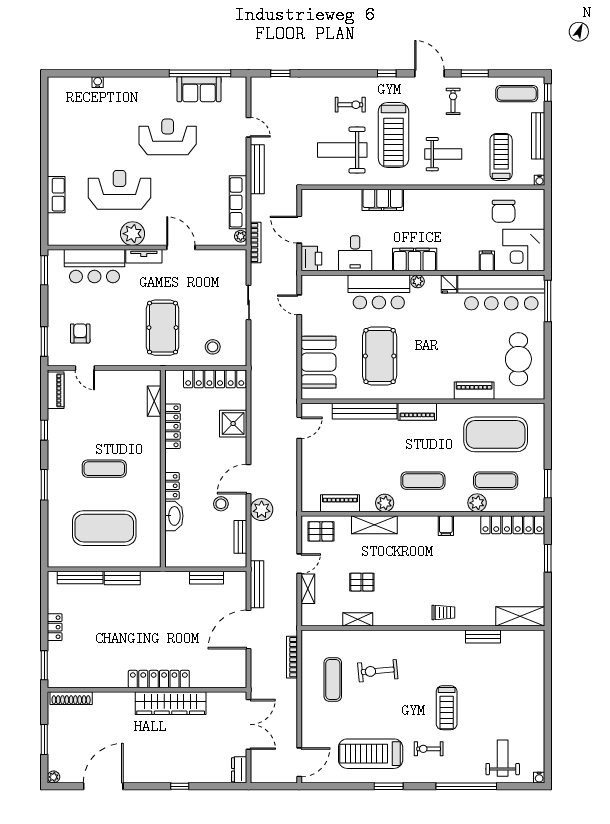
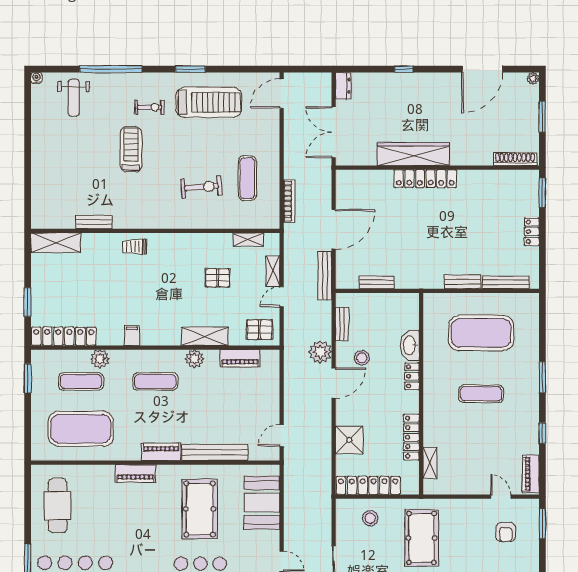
piano: (474, 391) -> (135, 474), moved
shelving: (358, 619) -> (248, 240), moved

